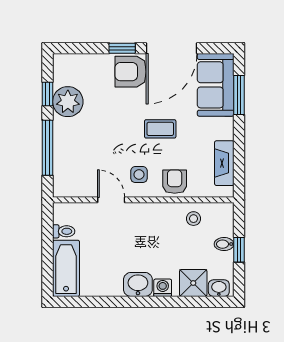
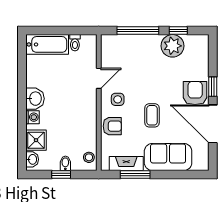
sofa: (216, 85) -> (168, 157), moved
window: (239, 95) -> (135, 175), moved
stool: (194, 219) -> (89, 157), moved

